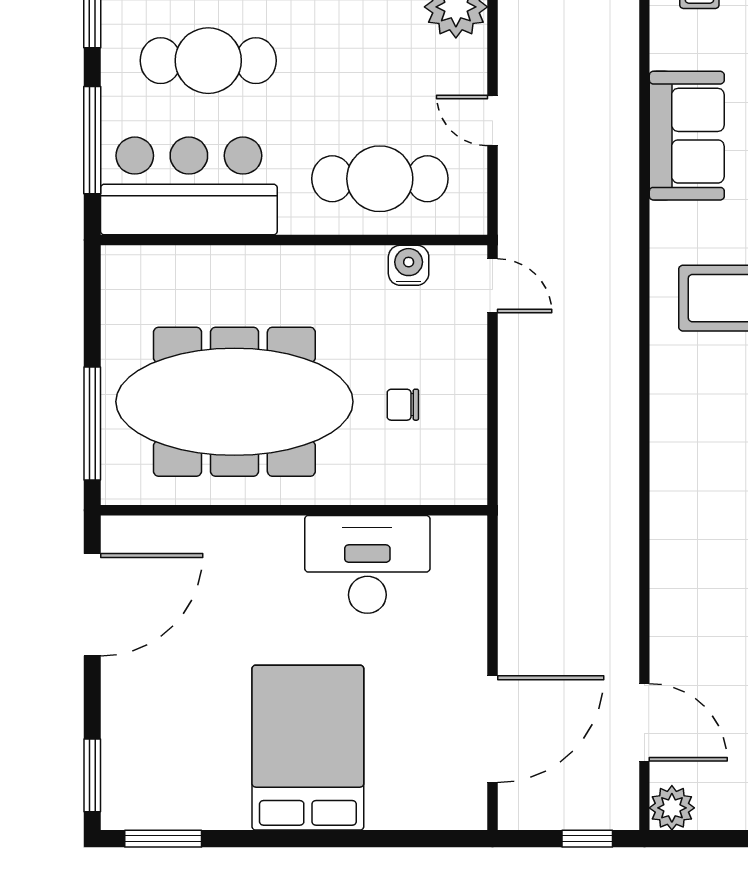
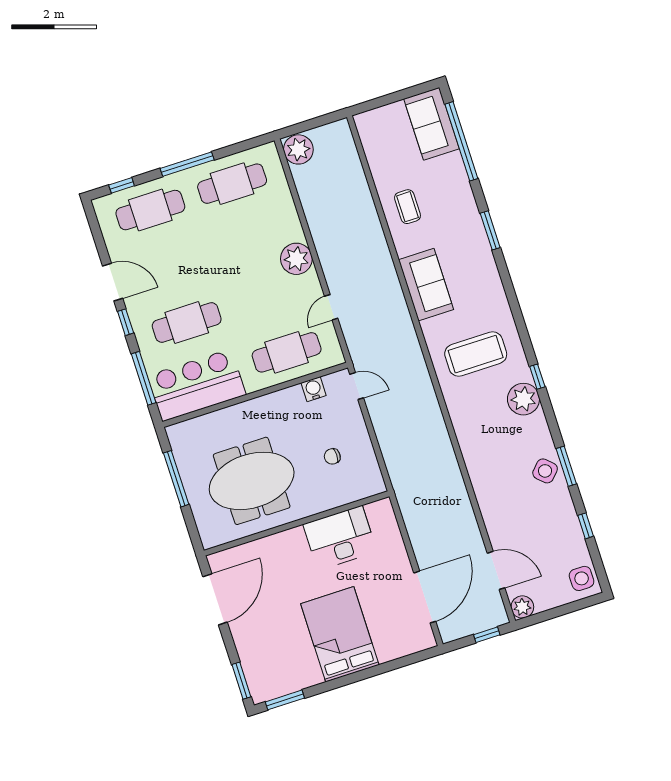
door: (492, 120) -> (331, 307), hinge flipped
meeting table: (234, 402) -> (252, 481), width x0.73
window: (92, 423) -> (176, 479), moved

